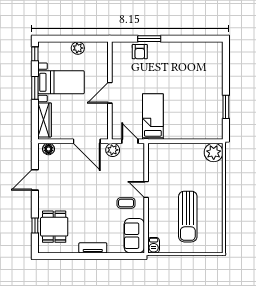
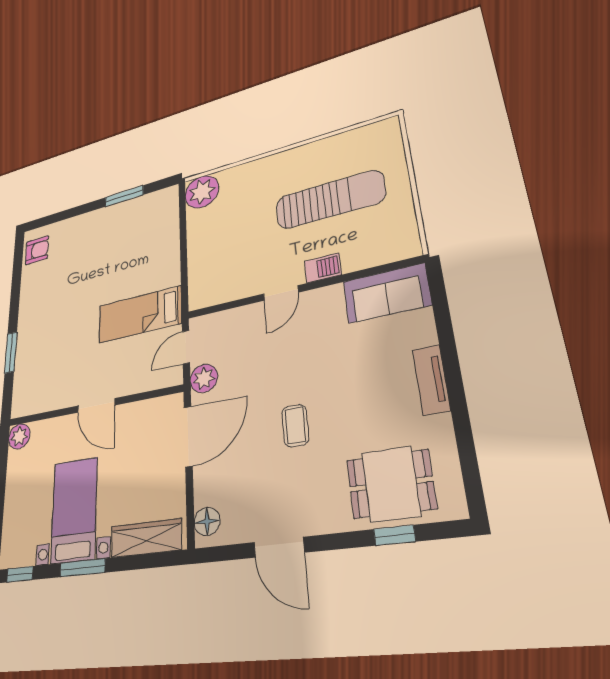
plant: (78, 48) -> (19, 436), moved
armchair: (140, 52) -> (37, 250), moved
coffee table: (126, 203) -> (295, 426), moved
barbecue: (154, 245) -> (323, 268), moved

